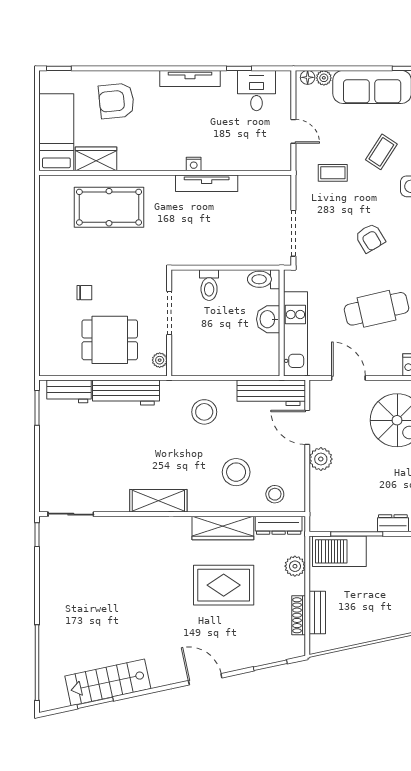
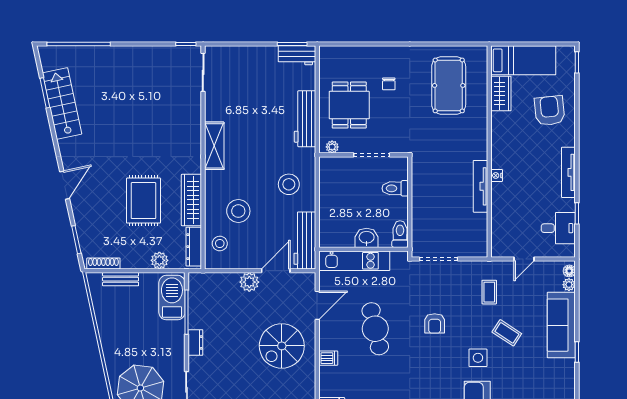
pool table: (109, 207) -> (449, 85), moved
armchair: (370, 238) -> (435, 323), turned -59
workbench: (69, 391) -> (297, 55), moved, turned -90
shoe rack: (299, 615) -> (103, 263), moved

